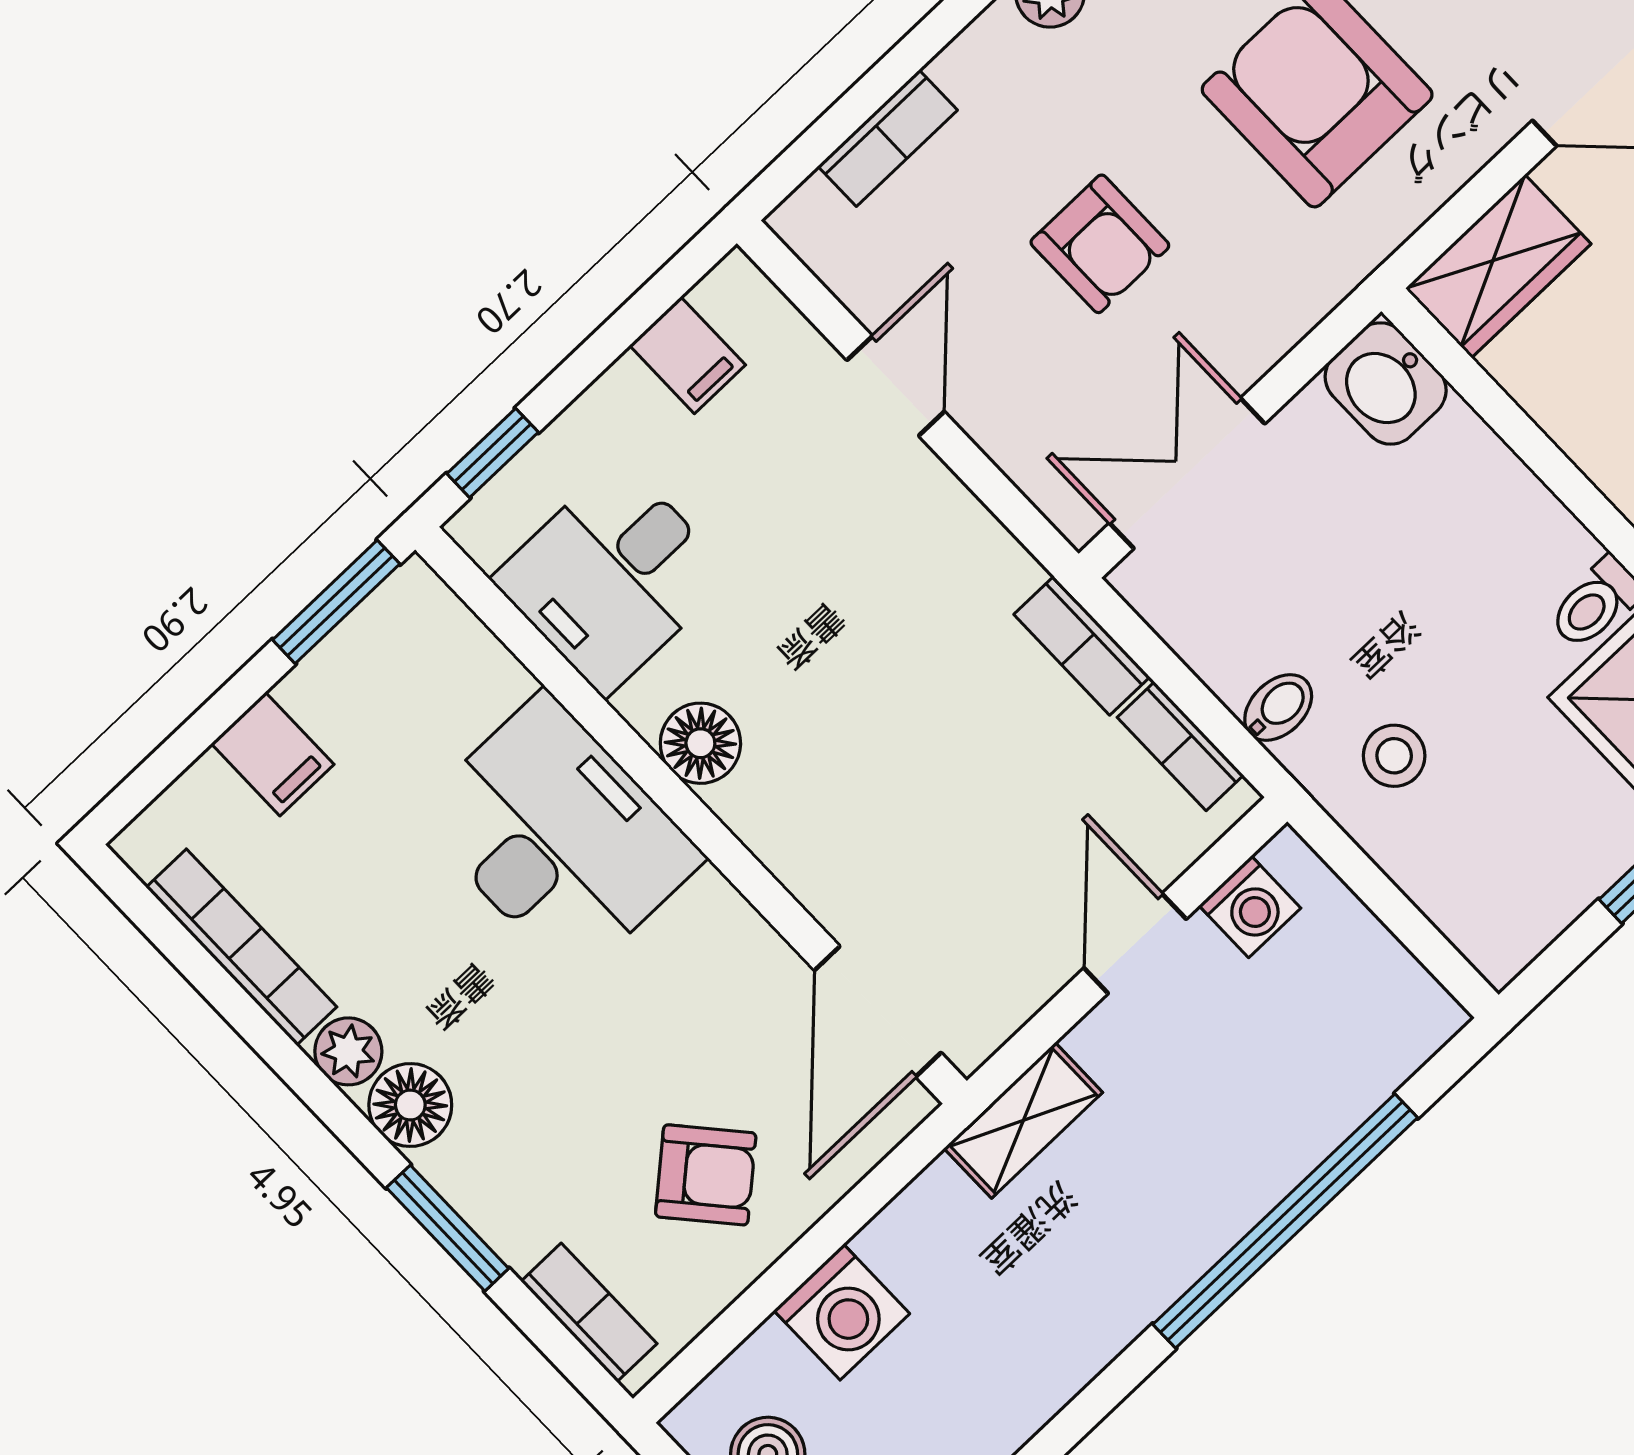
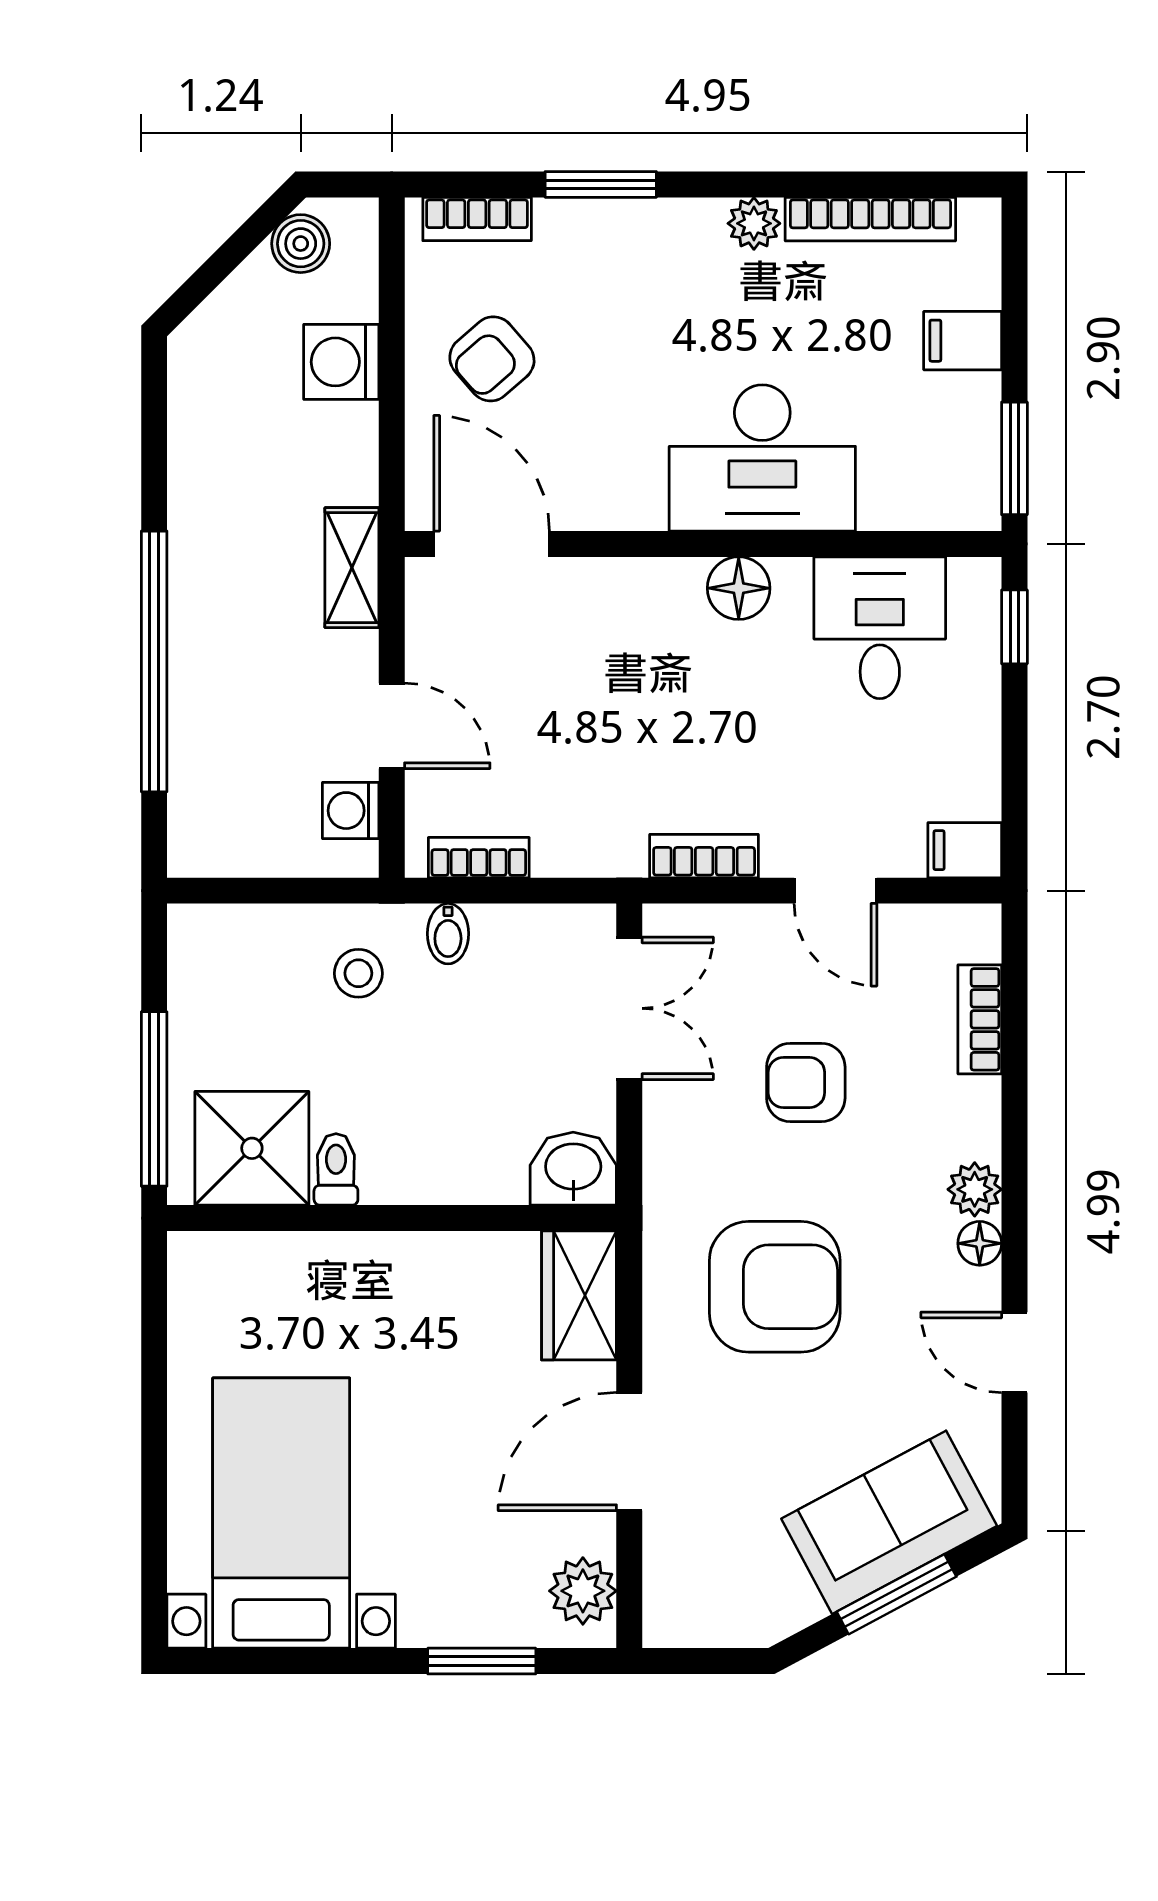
filing cabinet: (688, 355) -> (965, 850), moved
bookcase: (1082, 646) -> (704, 856), moved
floor lamp: (410, 1105) -> (690, 230), removed

